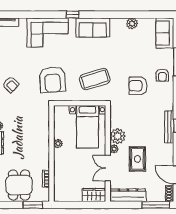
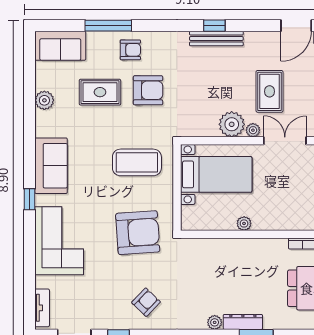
rug: (137, 57) -> (100, 92), added
coffee table: (95, 79) -> (137, 162), turned -73
armchair: (138, 86) -> (148, 90), turned -90
rug: (137, 159) -> (270, 91), turned 90
double door: (108, 168) -> (285, 141), swing flipped

